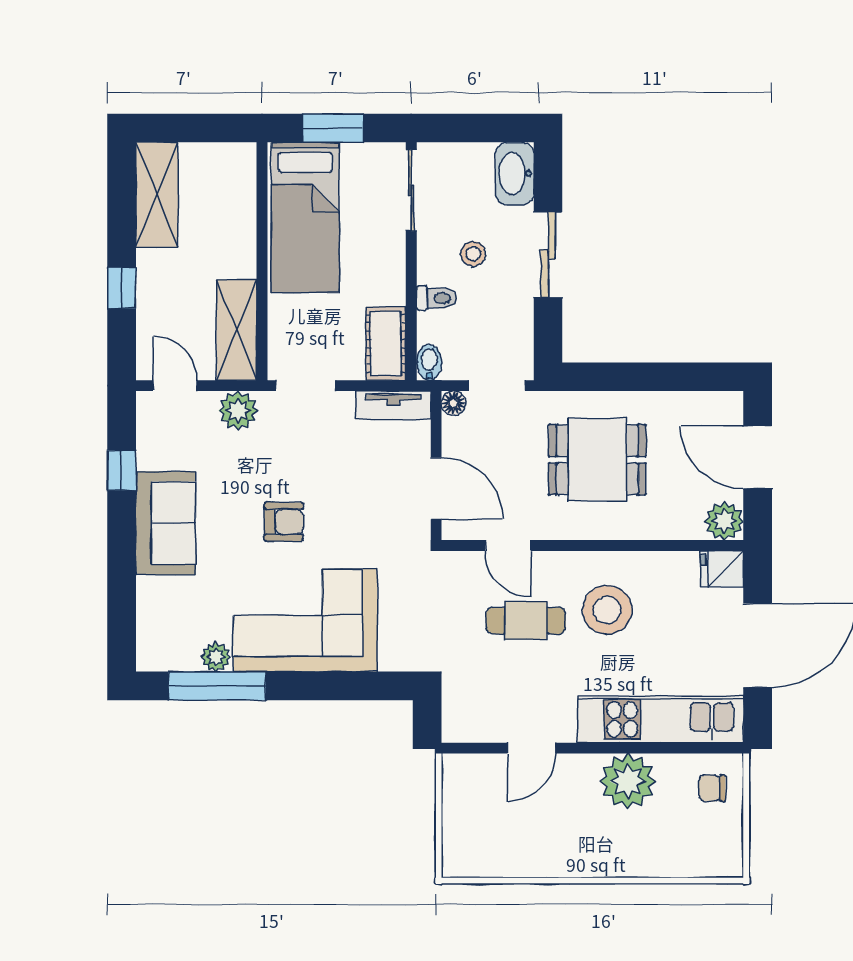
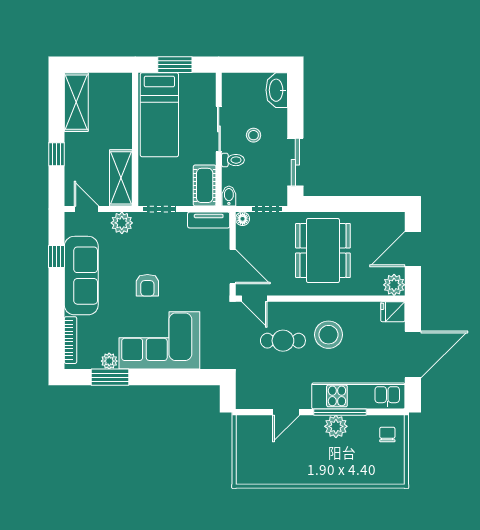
sliding door: (411, 190) -> (219, 129), moved
sliding door: (548, 255) -> (295, 162), moved
door: (758, 457) -> (413, 249), hinge flipped
dining table: (597, 460) -> (323, 251), width x1.38
armchair: (284, 522) -> (147, 285), turned 90
sofa: (166, 523) -> (81, 276), width x1.36
door: (508, 546) -> (254, 299), moved
bookcase: (147, 620) -> (71, 340), added
window: (217, 686) -> (110, 377), width x0.69
window: (628, 748) -> (340, 412), added
plant: (628, 781) -> (336, 426), width x0.73, depth x0.73
chair: (712, 788) -> (387, 435), turned 90

